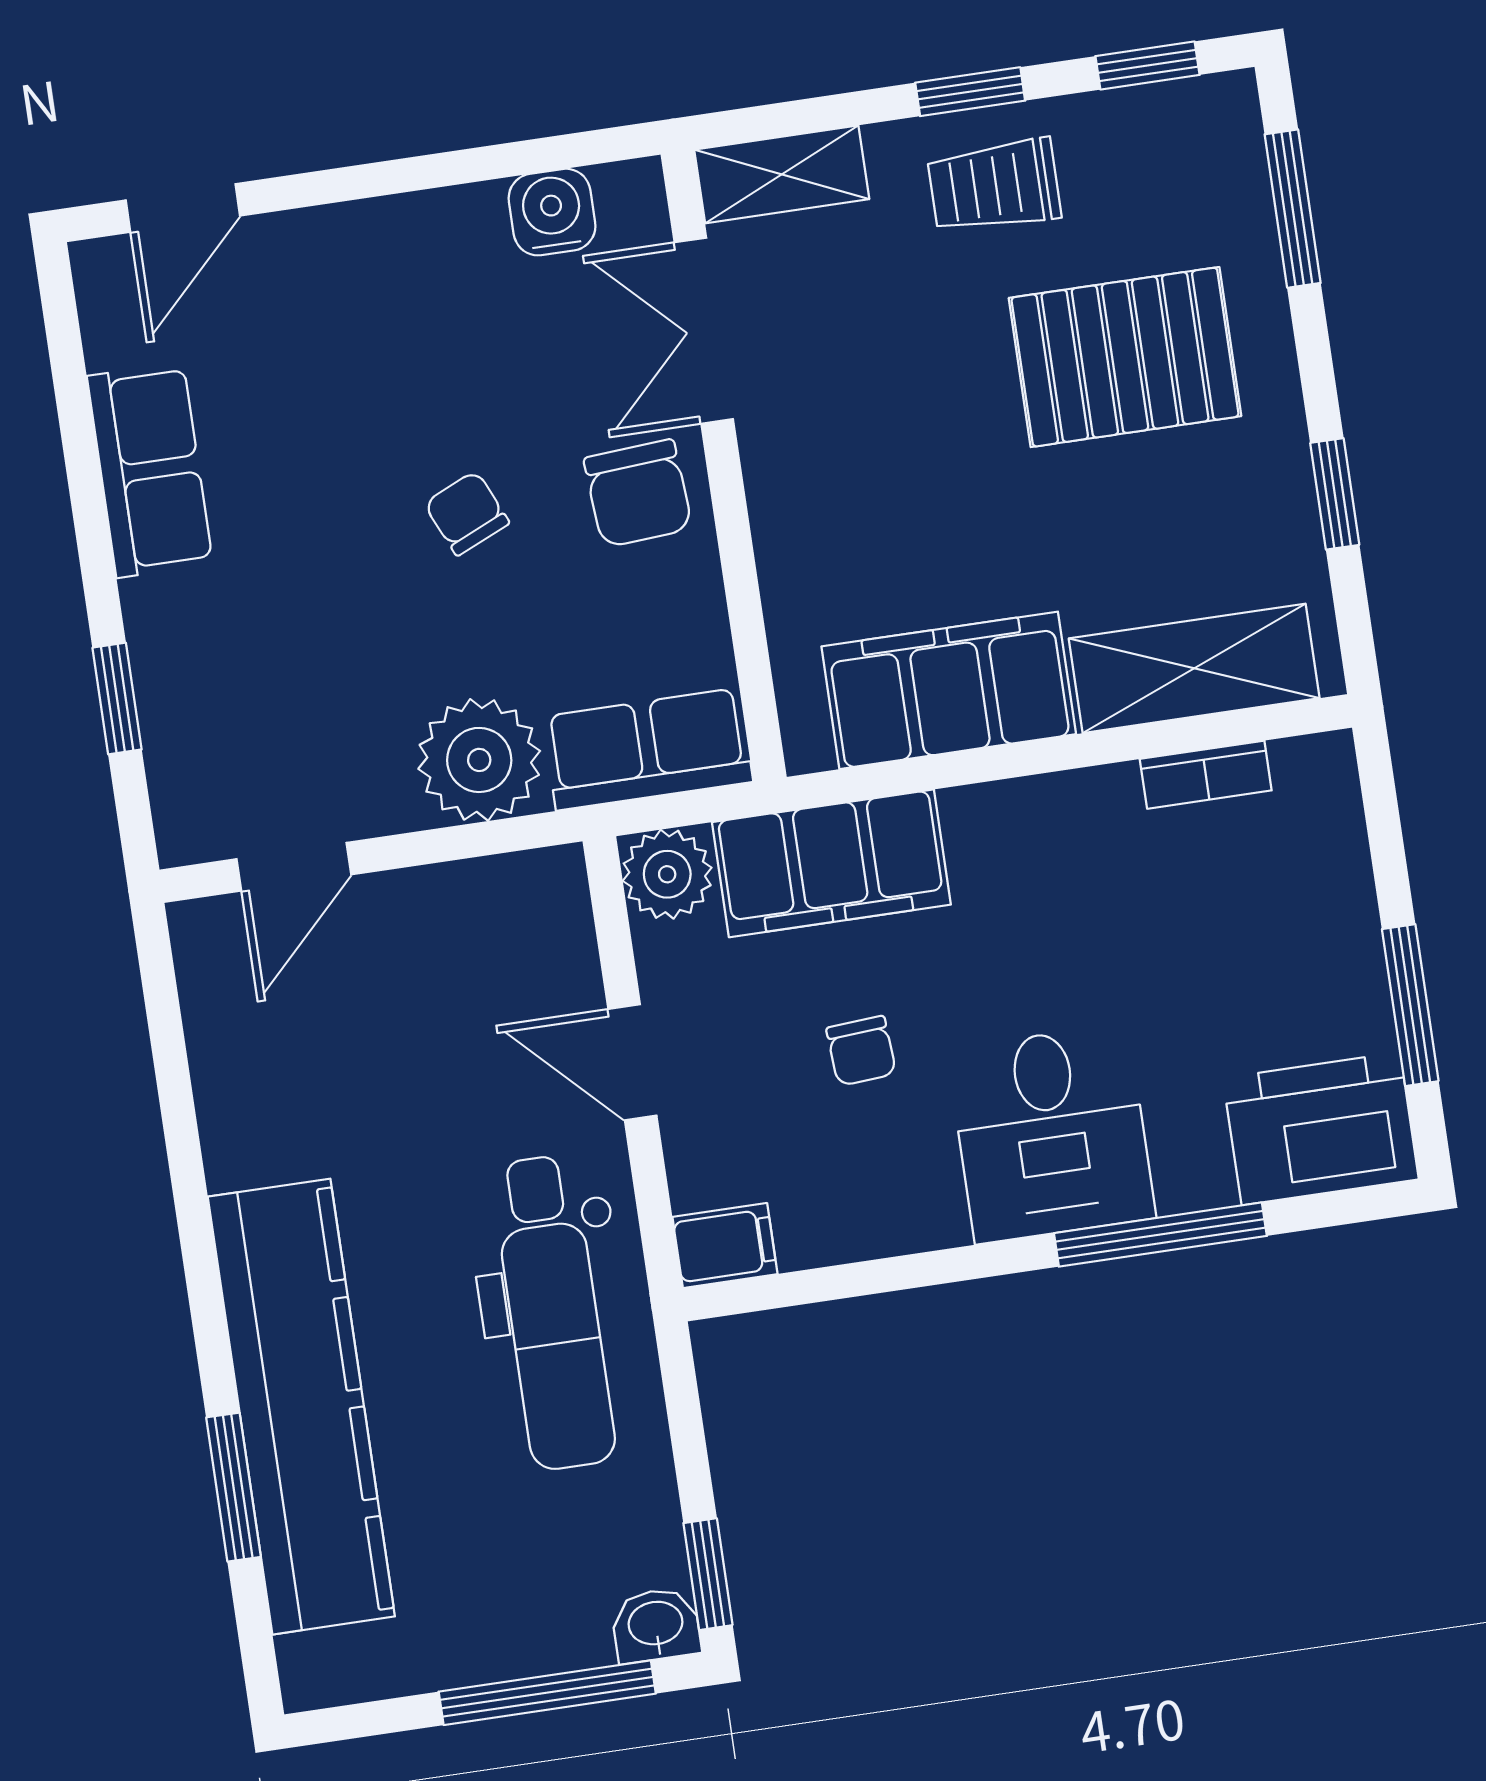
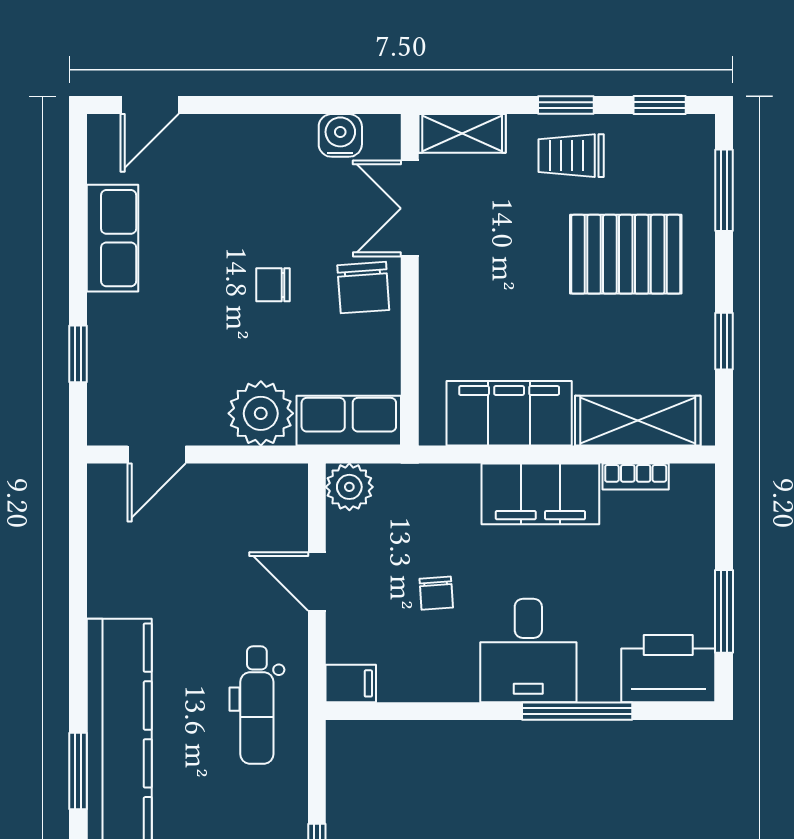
chair: (467, 513) -> (273, 285), turned -66
filing cabinet: (831, 863) -> (540, 494), moved
dental chair: (553, 1313) -> (257, 705), width x0.73, depth x0.72

